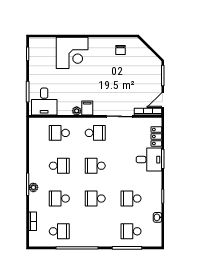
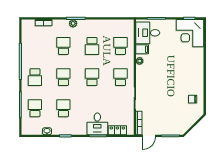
corner desk: (72, 53) -> (190, 33), moved
door: (163, 100) -> (149, 136), swing flipped
filing cabinet: (87, 108) -> (142, 49), moved
school desk: (95, 133) -> (120, 77), turned 180
school desk: (59, 231) -> (35, 77), moved

